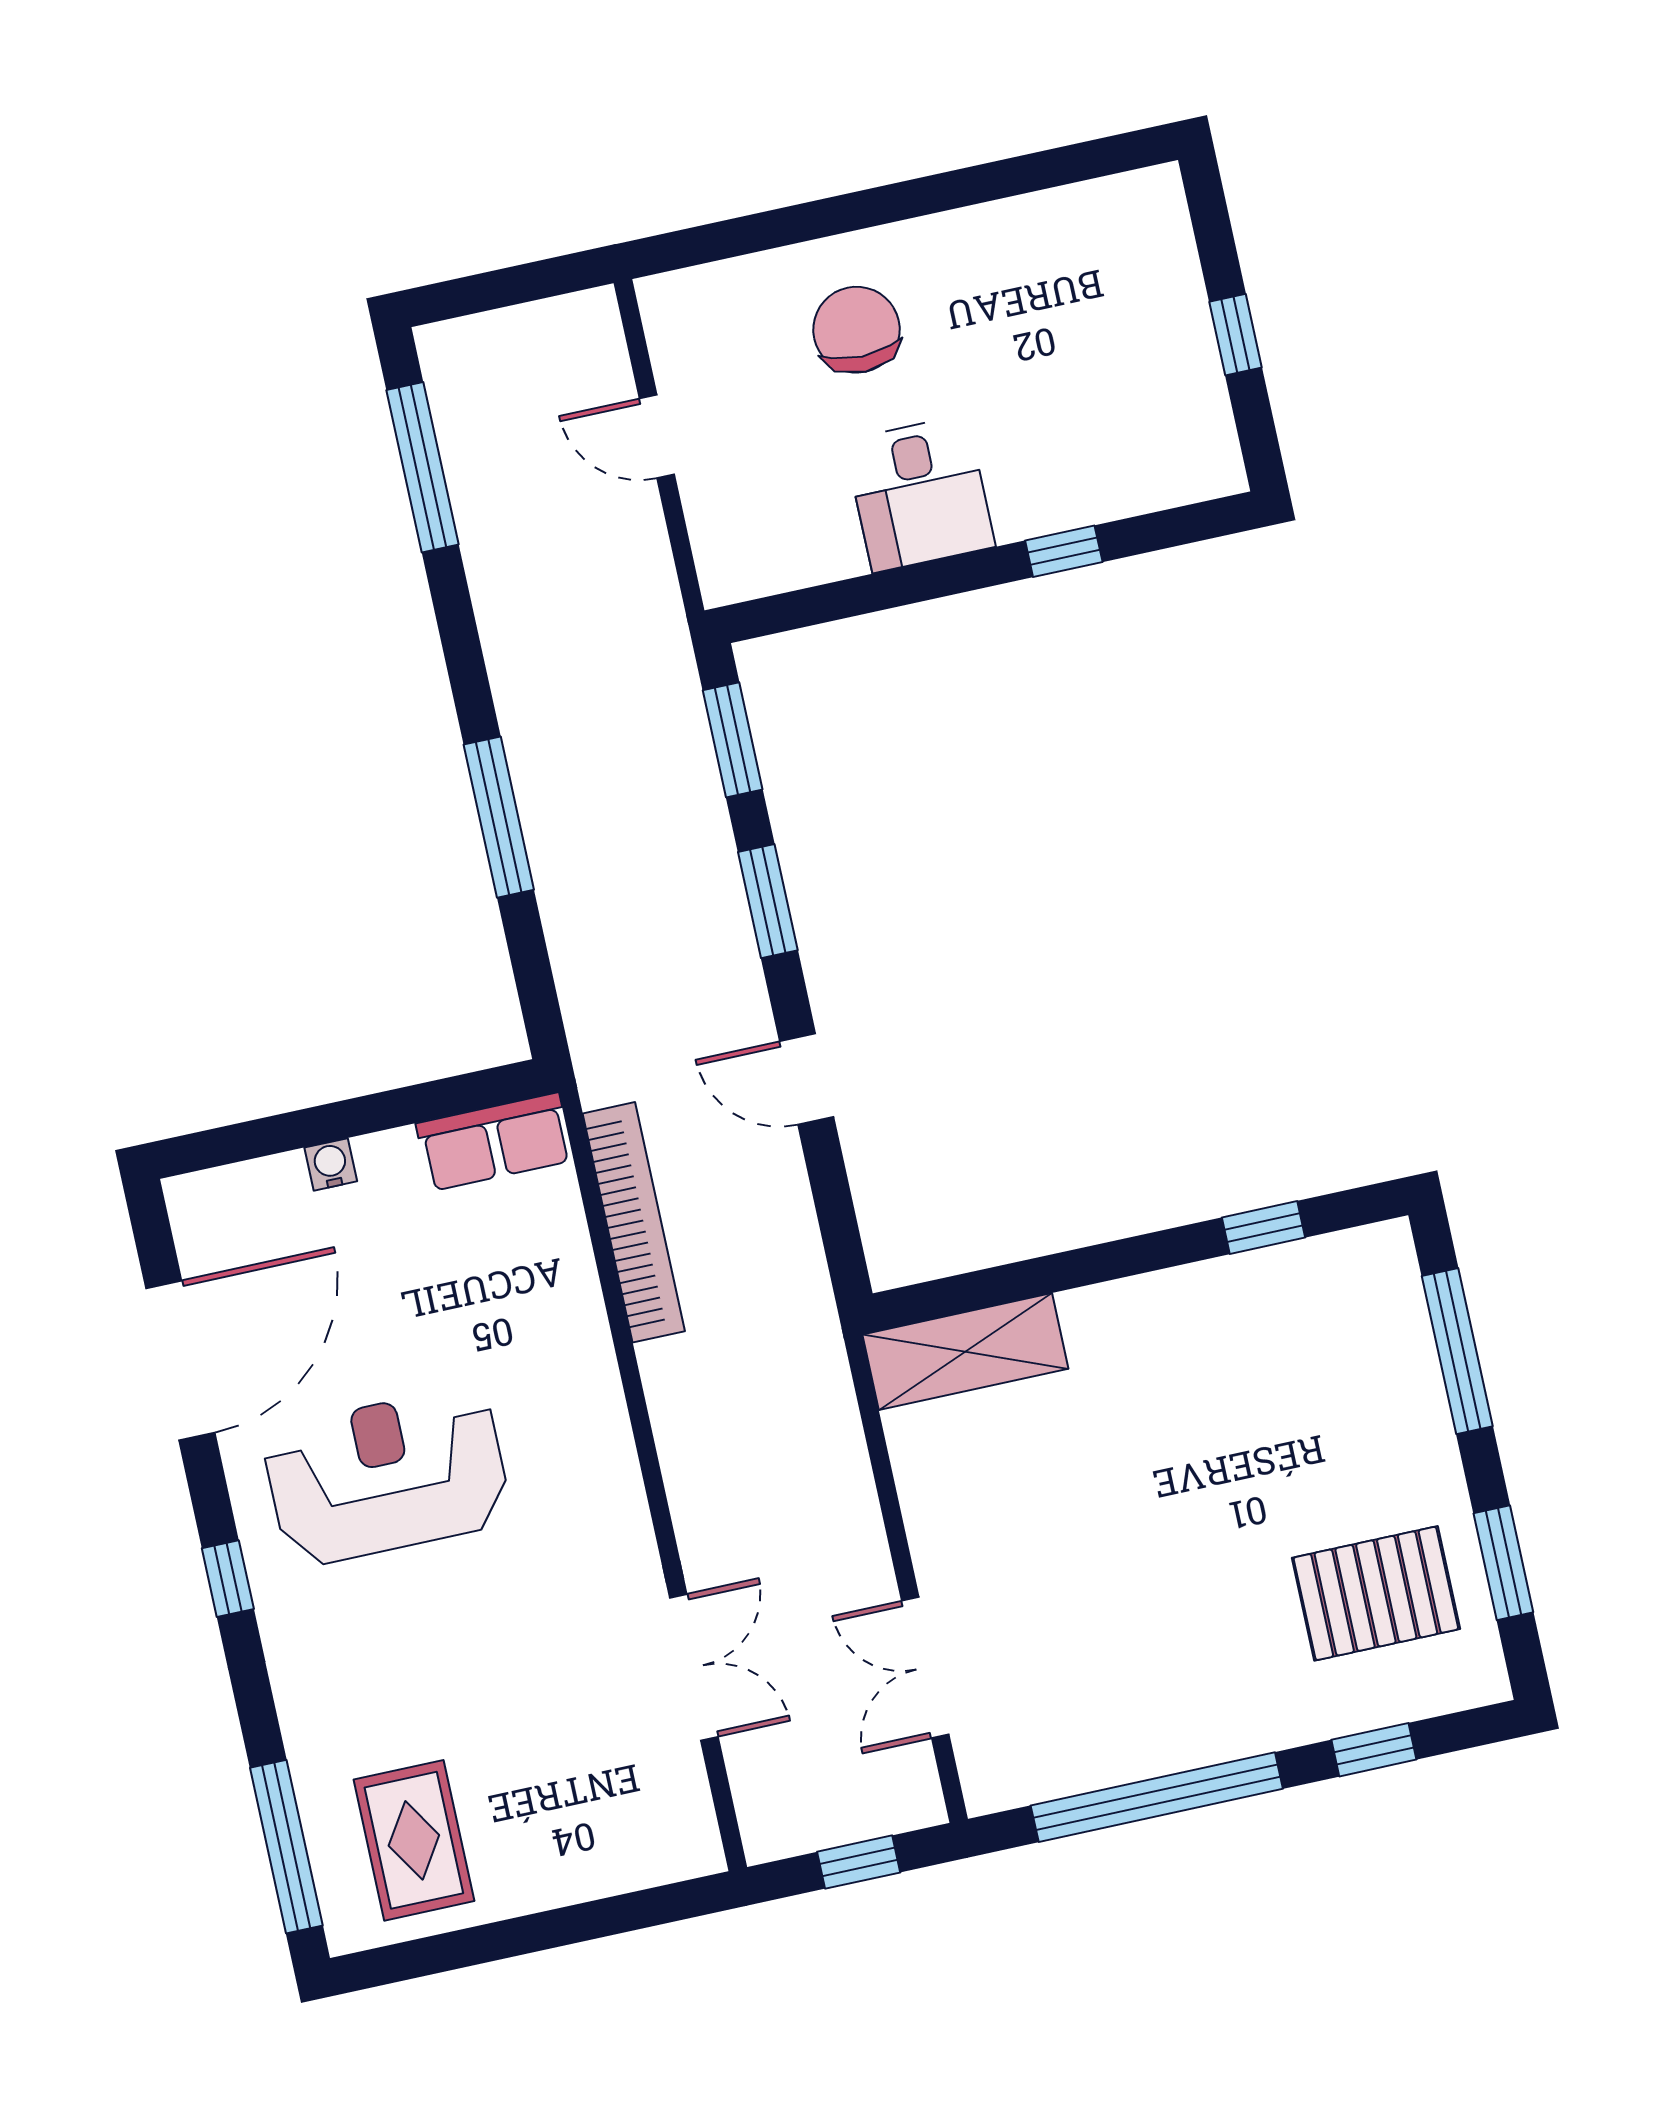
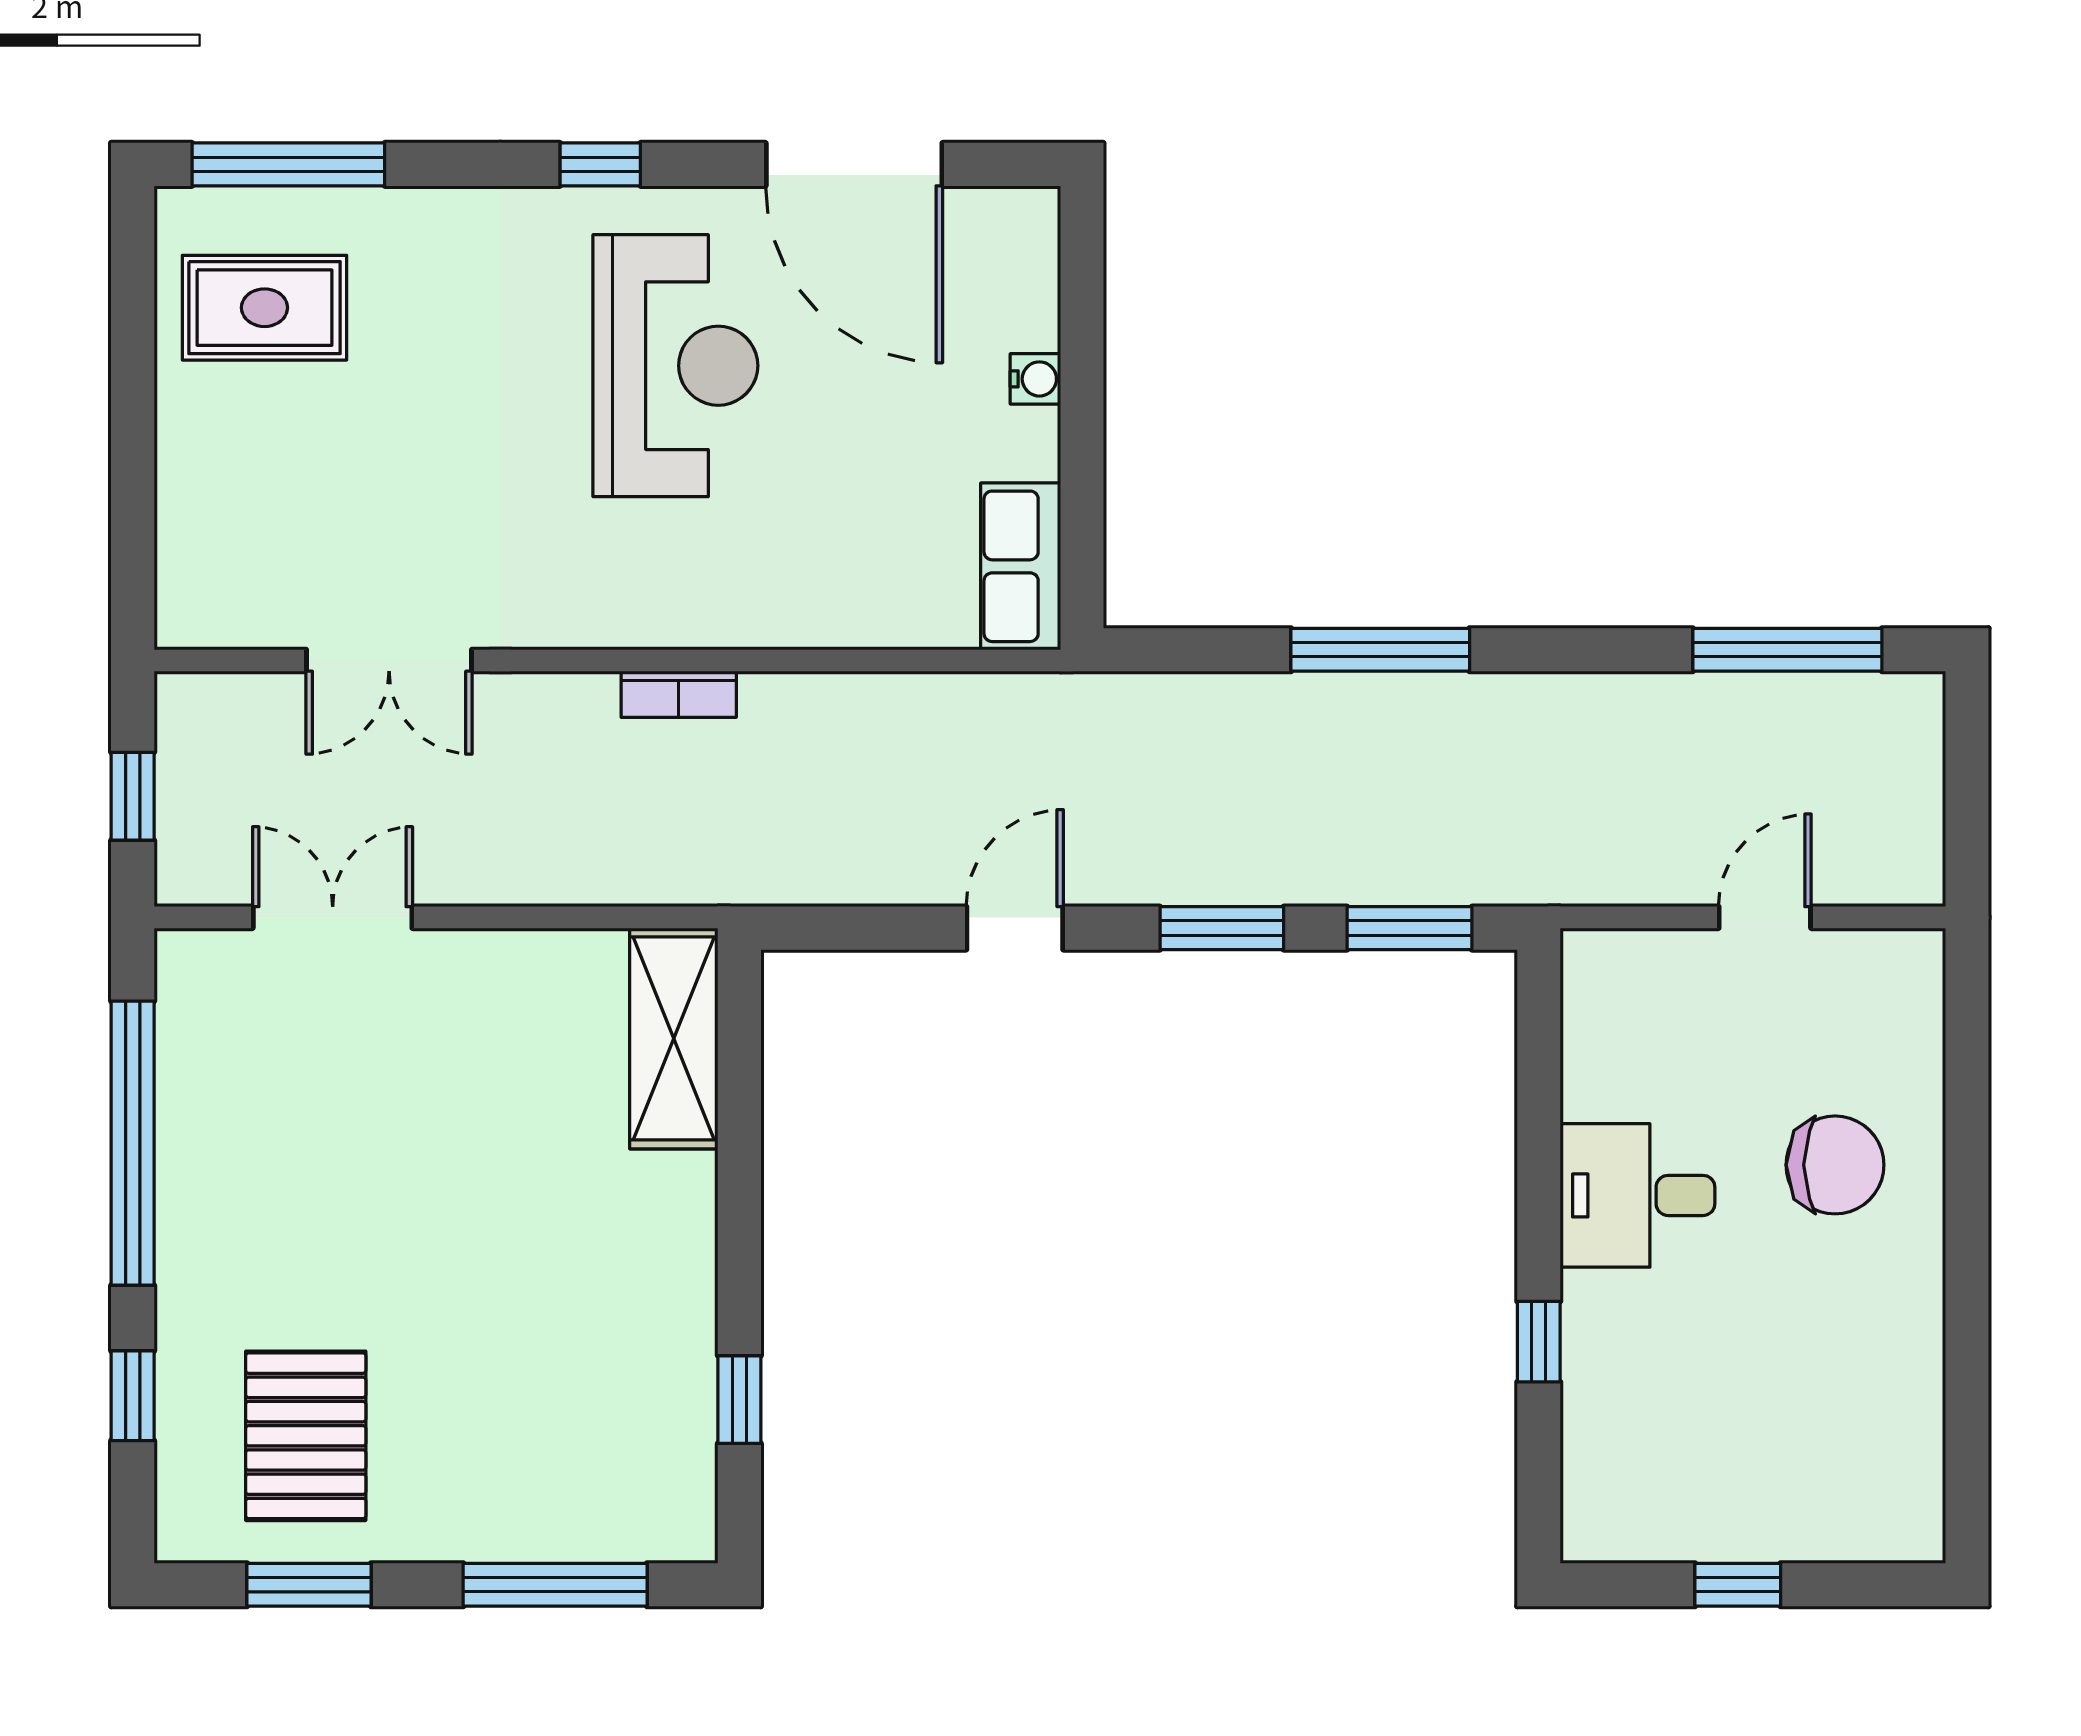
bookcase: (634, 1222) -> (679, 694), moved, width x0.43, depth x0.76

